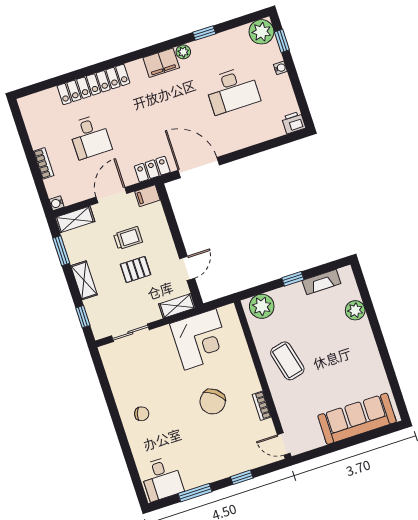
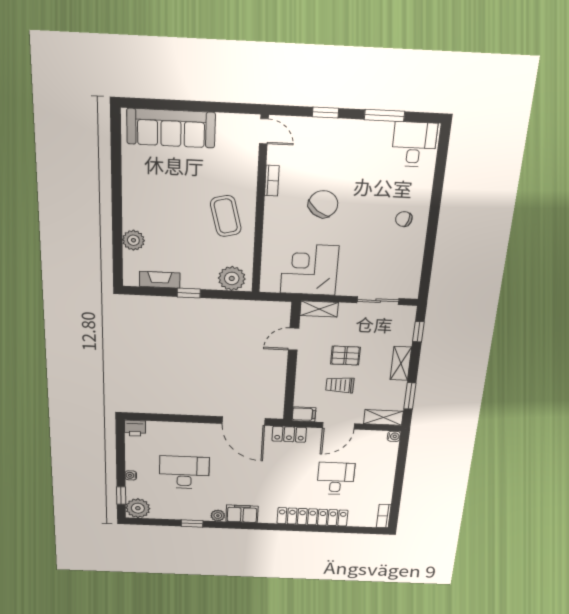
bookcase: (44, 163) -> (384, 516), moved

